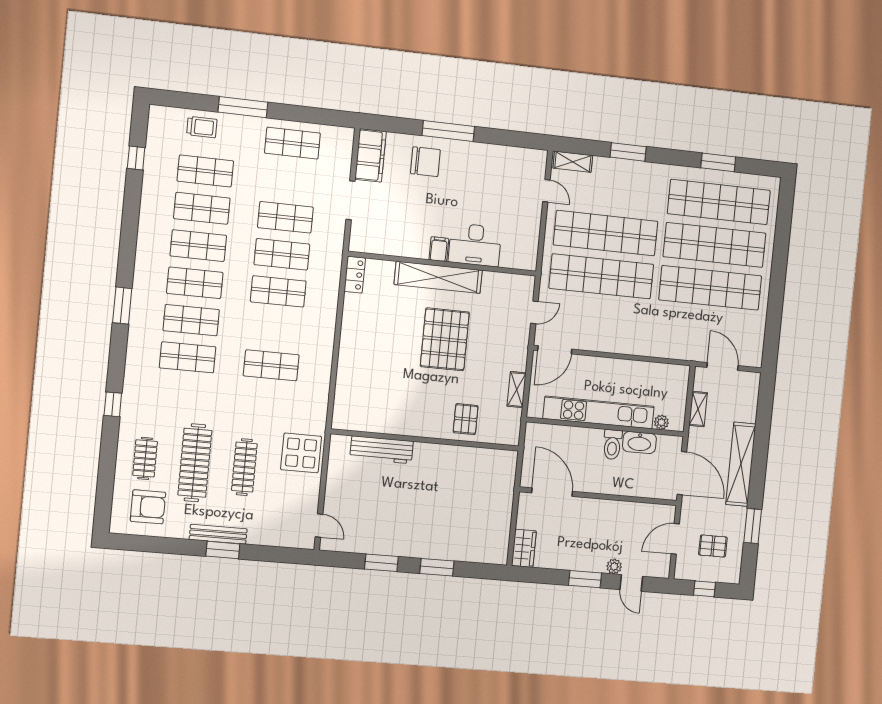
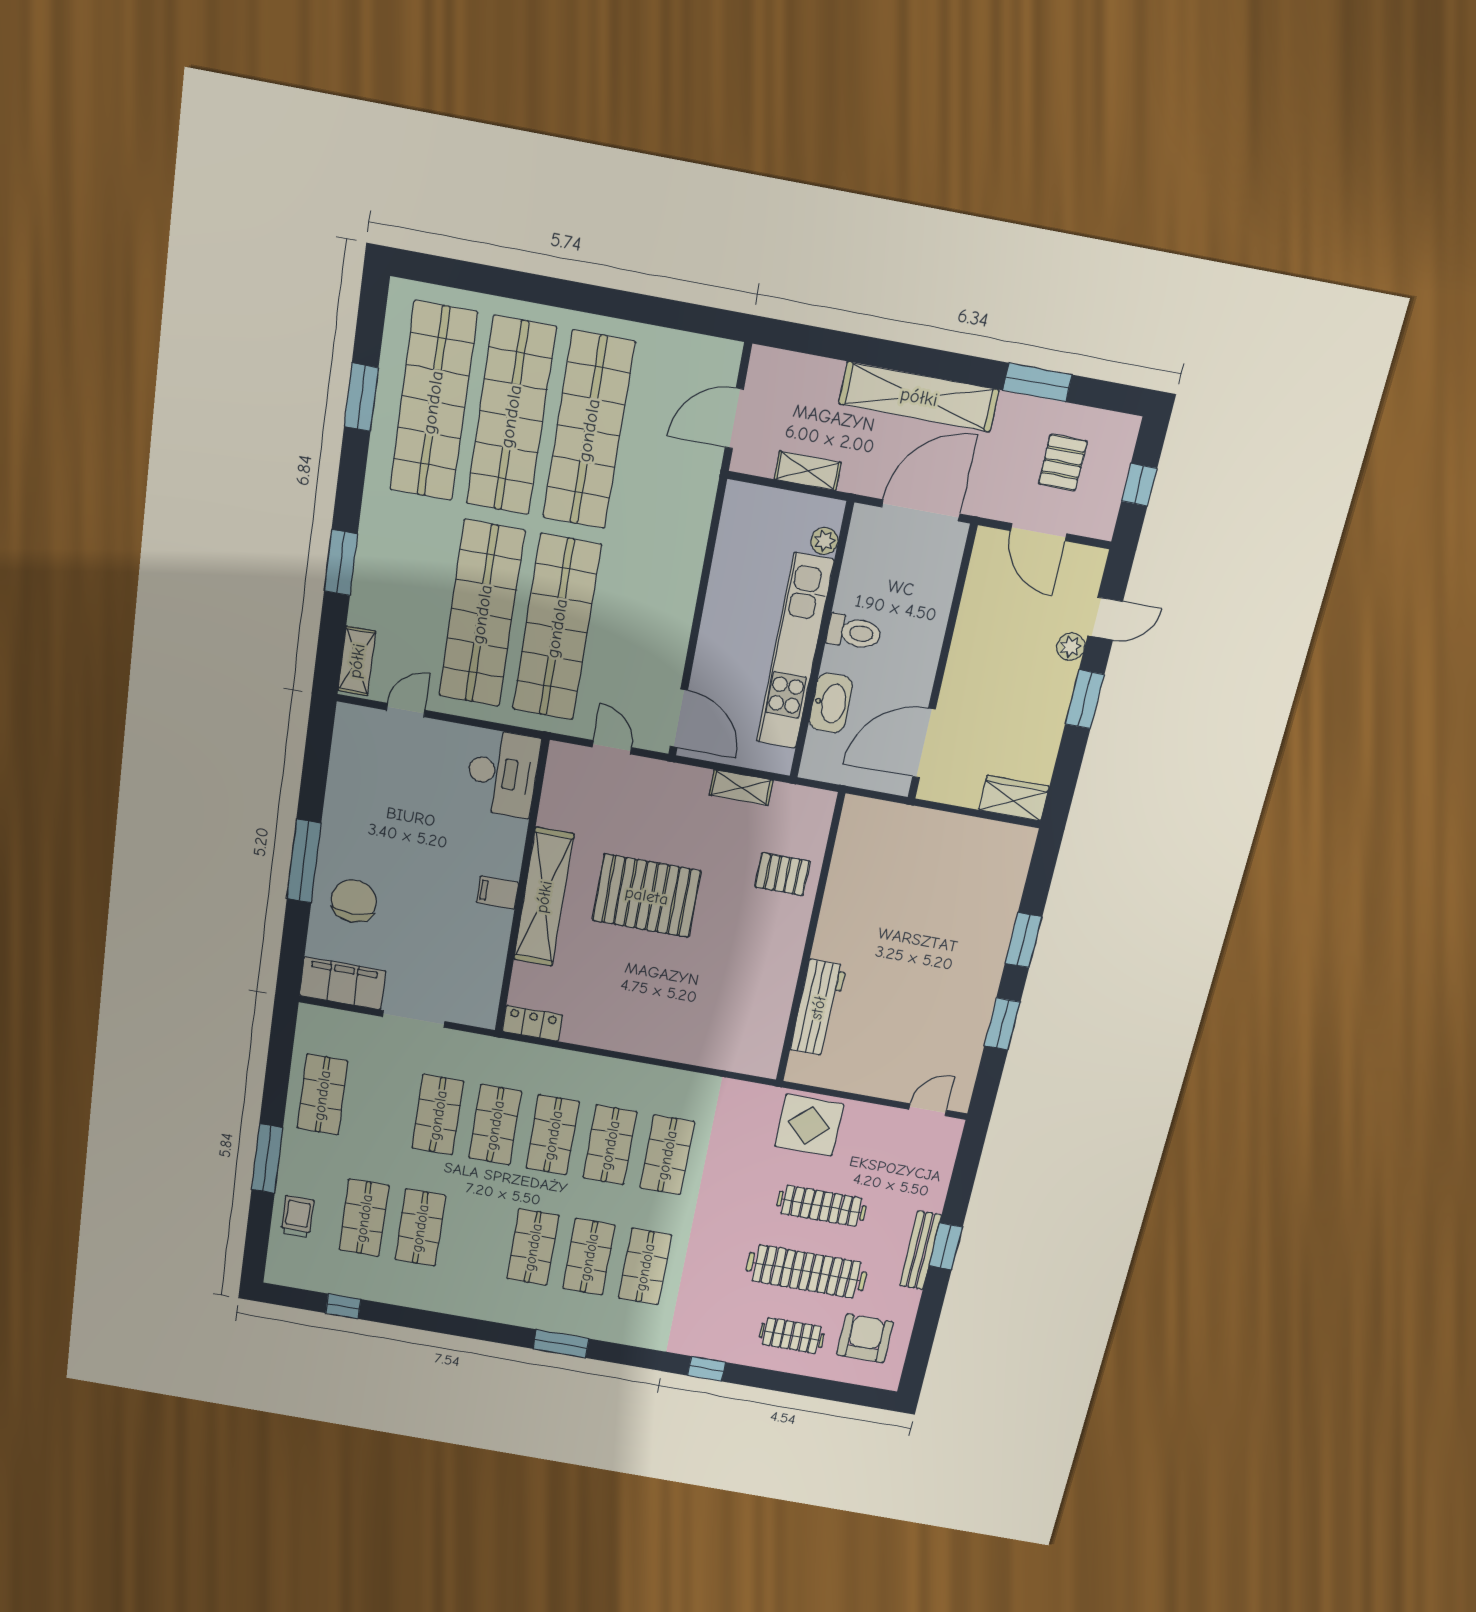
desk: (475, 245) -> (502, 773), moved
shop shelf: (198, 246) -> (610, 1145), moved
washbasin: (639, 443) -> (831, 703), moved

